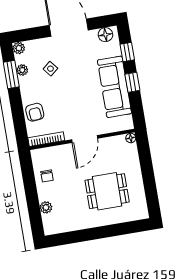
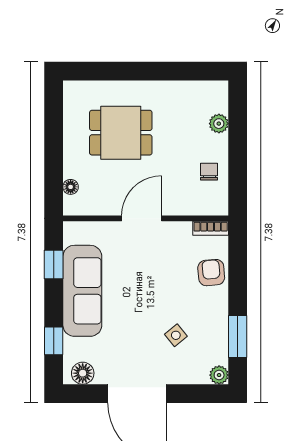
plant: (22, 70) -> (220, 340), removed
window: (132, 82) -> (54, 265), moved
floor lamp: (131, 138) -> (71, 187), moved
bookcase: (46, 139) -> (211, 228), width x0.64

